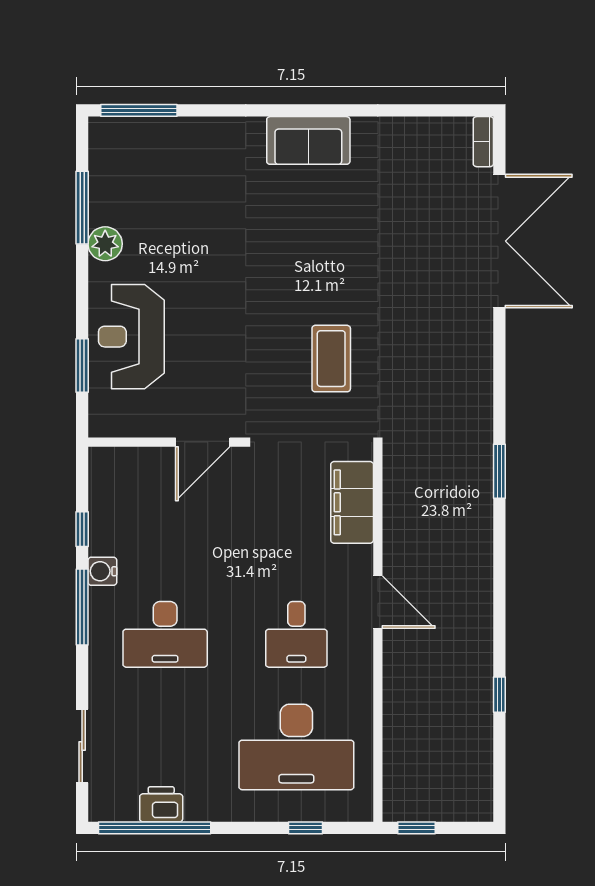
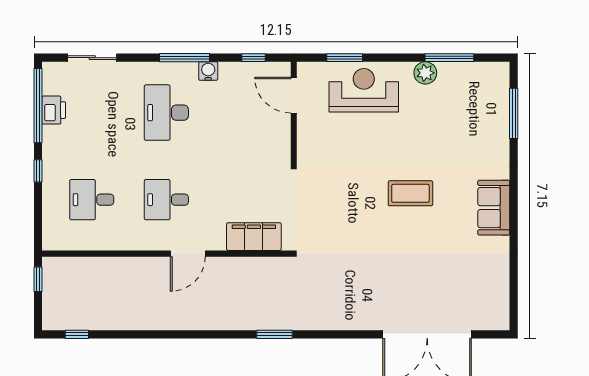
window: (139, 110) -> (514, 113), moved
bookcase: (483, 142) -> (493, 324), removed
coffee table: (331, 359) -> (410, 193), moved
door: (203, 442) -> (294, 95), moved
window: (82, 529) -> (254, 58), moved
window: (499, 695) -> (77, 334), moved
desk: (296, 747) -> (92, 200), width x0.53, depth x0.77
window: (305, 828) -> (38, 171), moved

